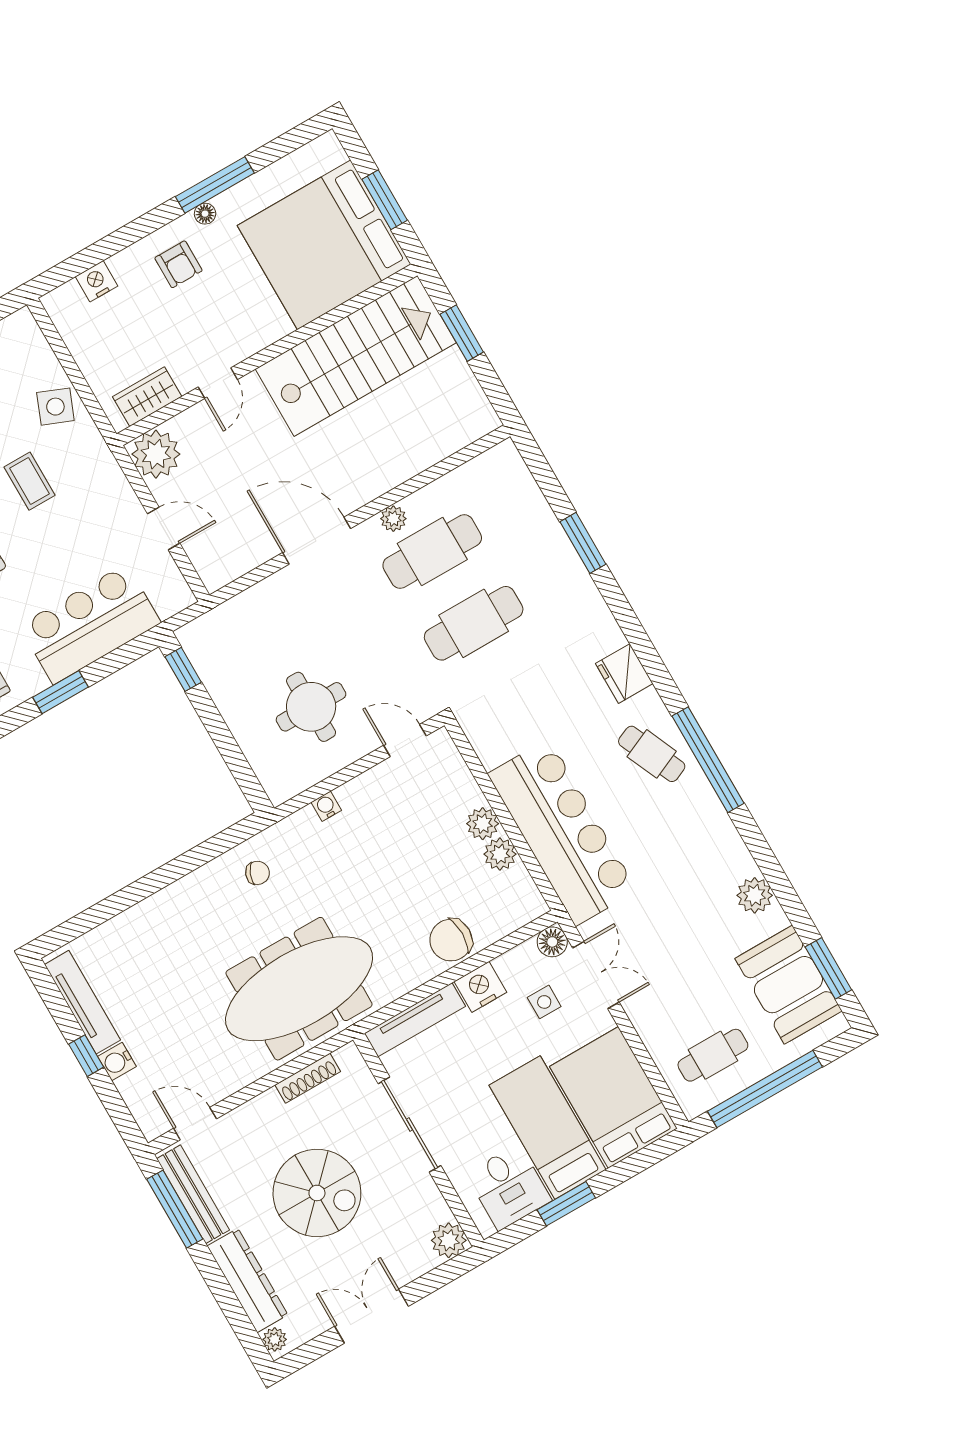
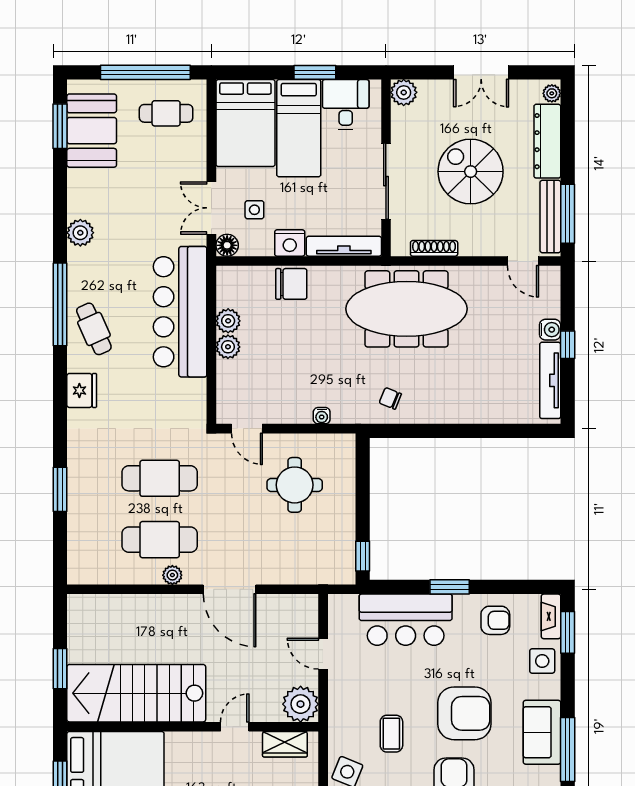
plant: (755, 895) -> (80, 233), moved

